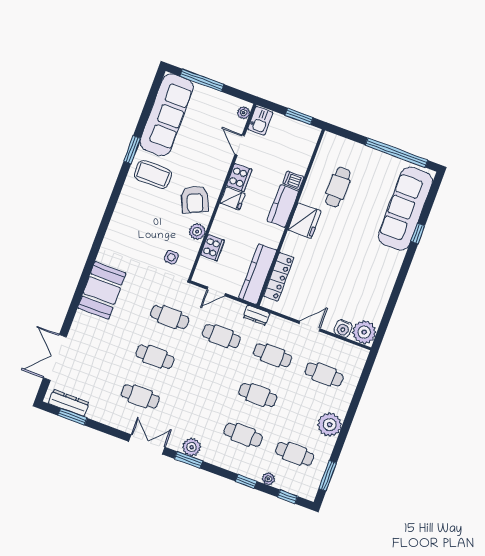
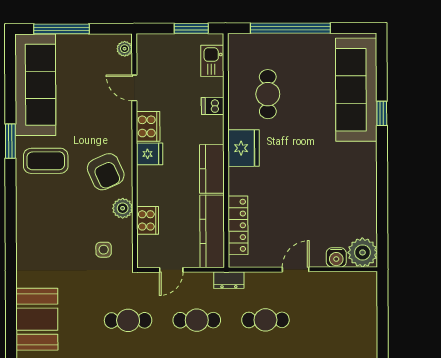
kitchen sink: (260, 121) -> (212, 61), moved, turned 180
window: (397, 153) -> (290, 28), moved
kitchen counter: (283, 206) -> (212, 169), moved
cafe table: (324, 374) -> (334, 320), removed

